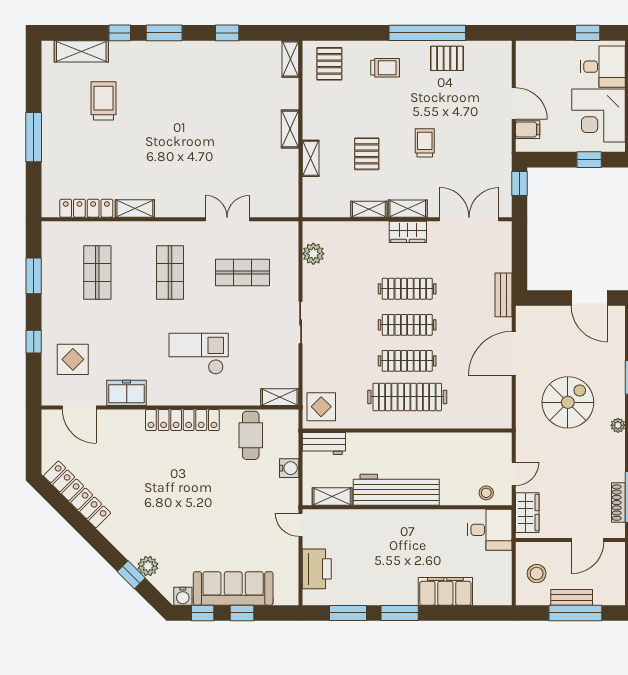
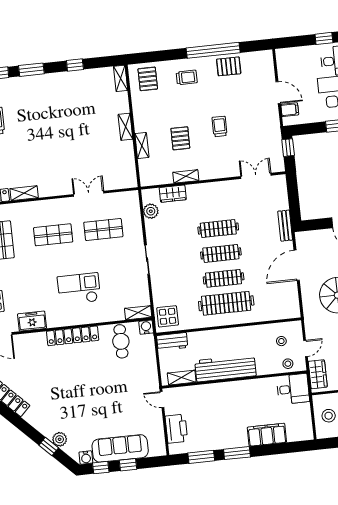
shelving: (408, 209) -> (213, 173), removed
double door: (469, 219) -> (256, 176), width x0.73
wardrobe: (408, 232) -> (173, 194), moved
shop shelf: (170, 273) -> (53, 235), turned 90
stool: (480, 459) -> (281, 341), added
water cooler: (289, 468) -> (146, 327), moved, turned -90

